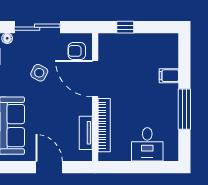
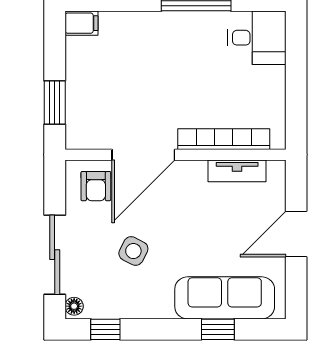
window: (125, 27) -> (55, 103), width x1.50
filing cabinet: (169, 76) -> (81, 23), moved, turned -90
desk: (147, 144) -> (257, 38), moved

